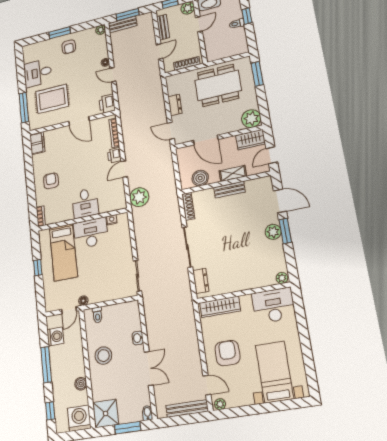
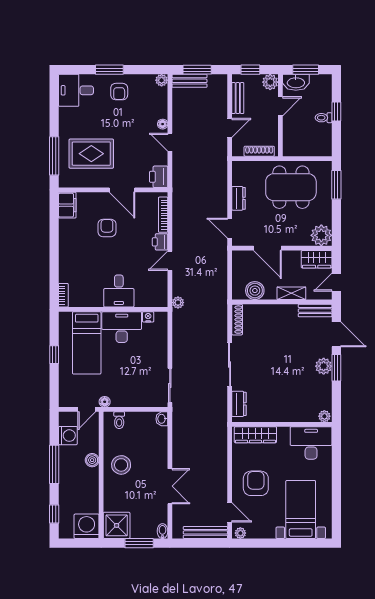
desk: (38, 73) -> (76, 90), moved
armchair: (51, 181) -> (107, 228), moved
bench: (229, 190) -> (315, 311), moved
plant: (139, 197) -> (178, 303), width x0.53, depth x0.53
washbasin: (138, 338) -> (162, 419), moved
boiler: (81, 384) -> (92, 460), moved

